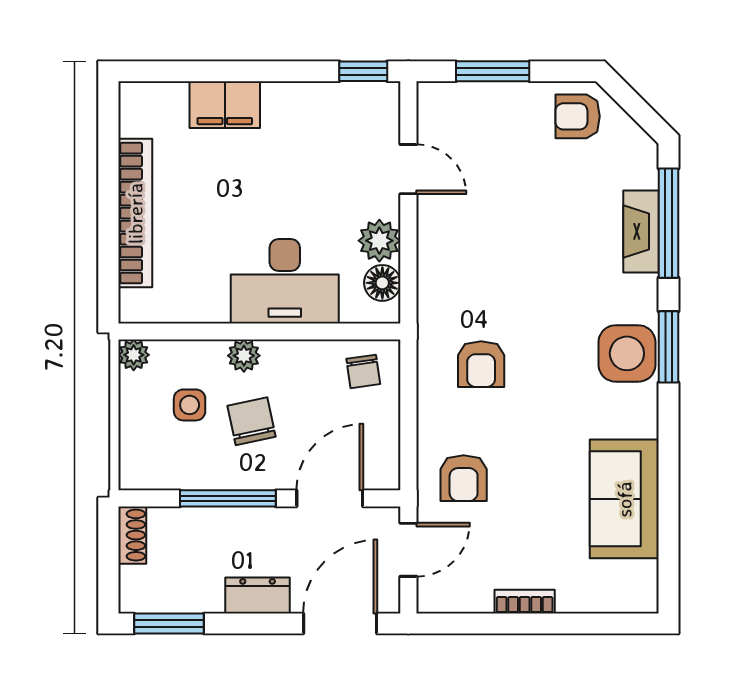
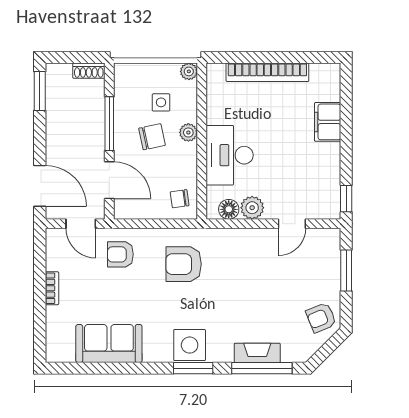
armchair: (578, 116) -> (321, 318), turned -112
armchair: (481, 364) -> (184, 264), width x1.38, depth x1.38
dresser: (258, 596) -> (55, 140), removed

